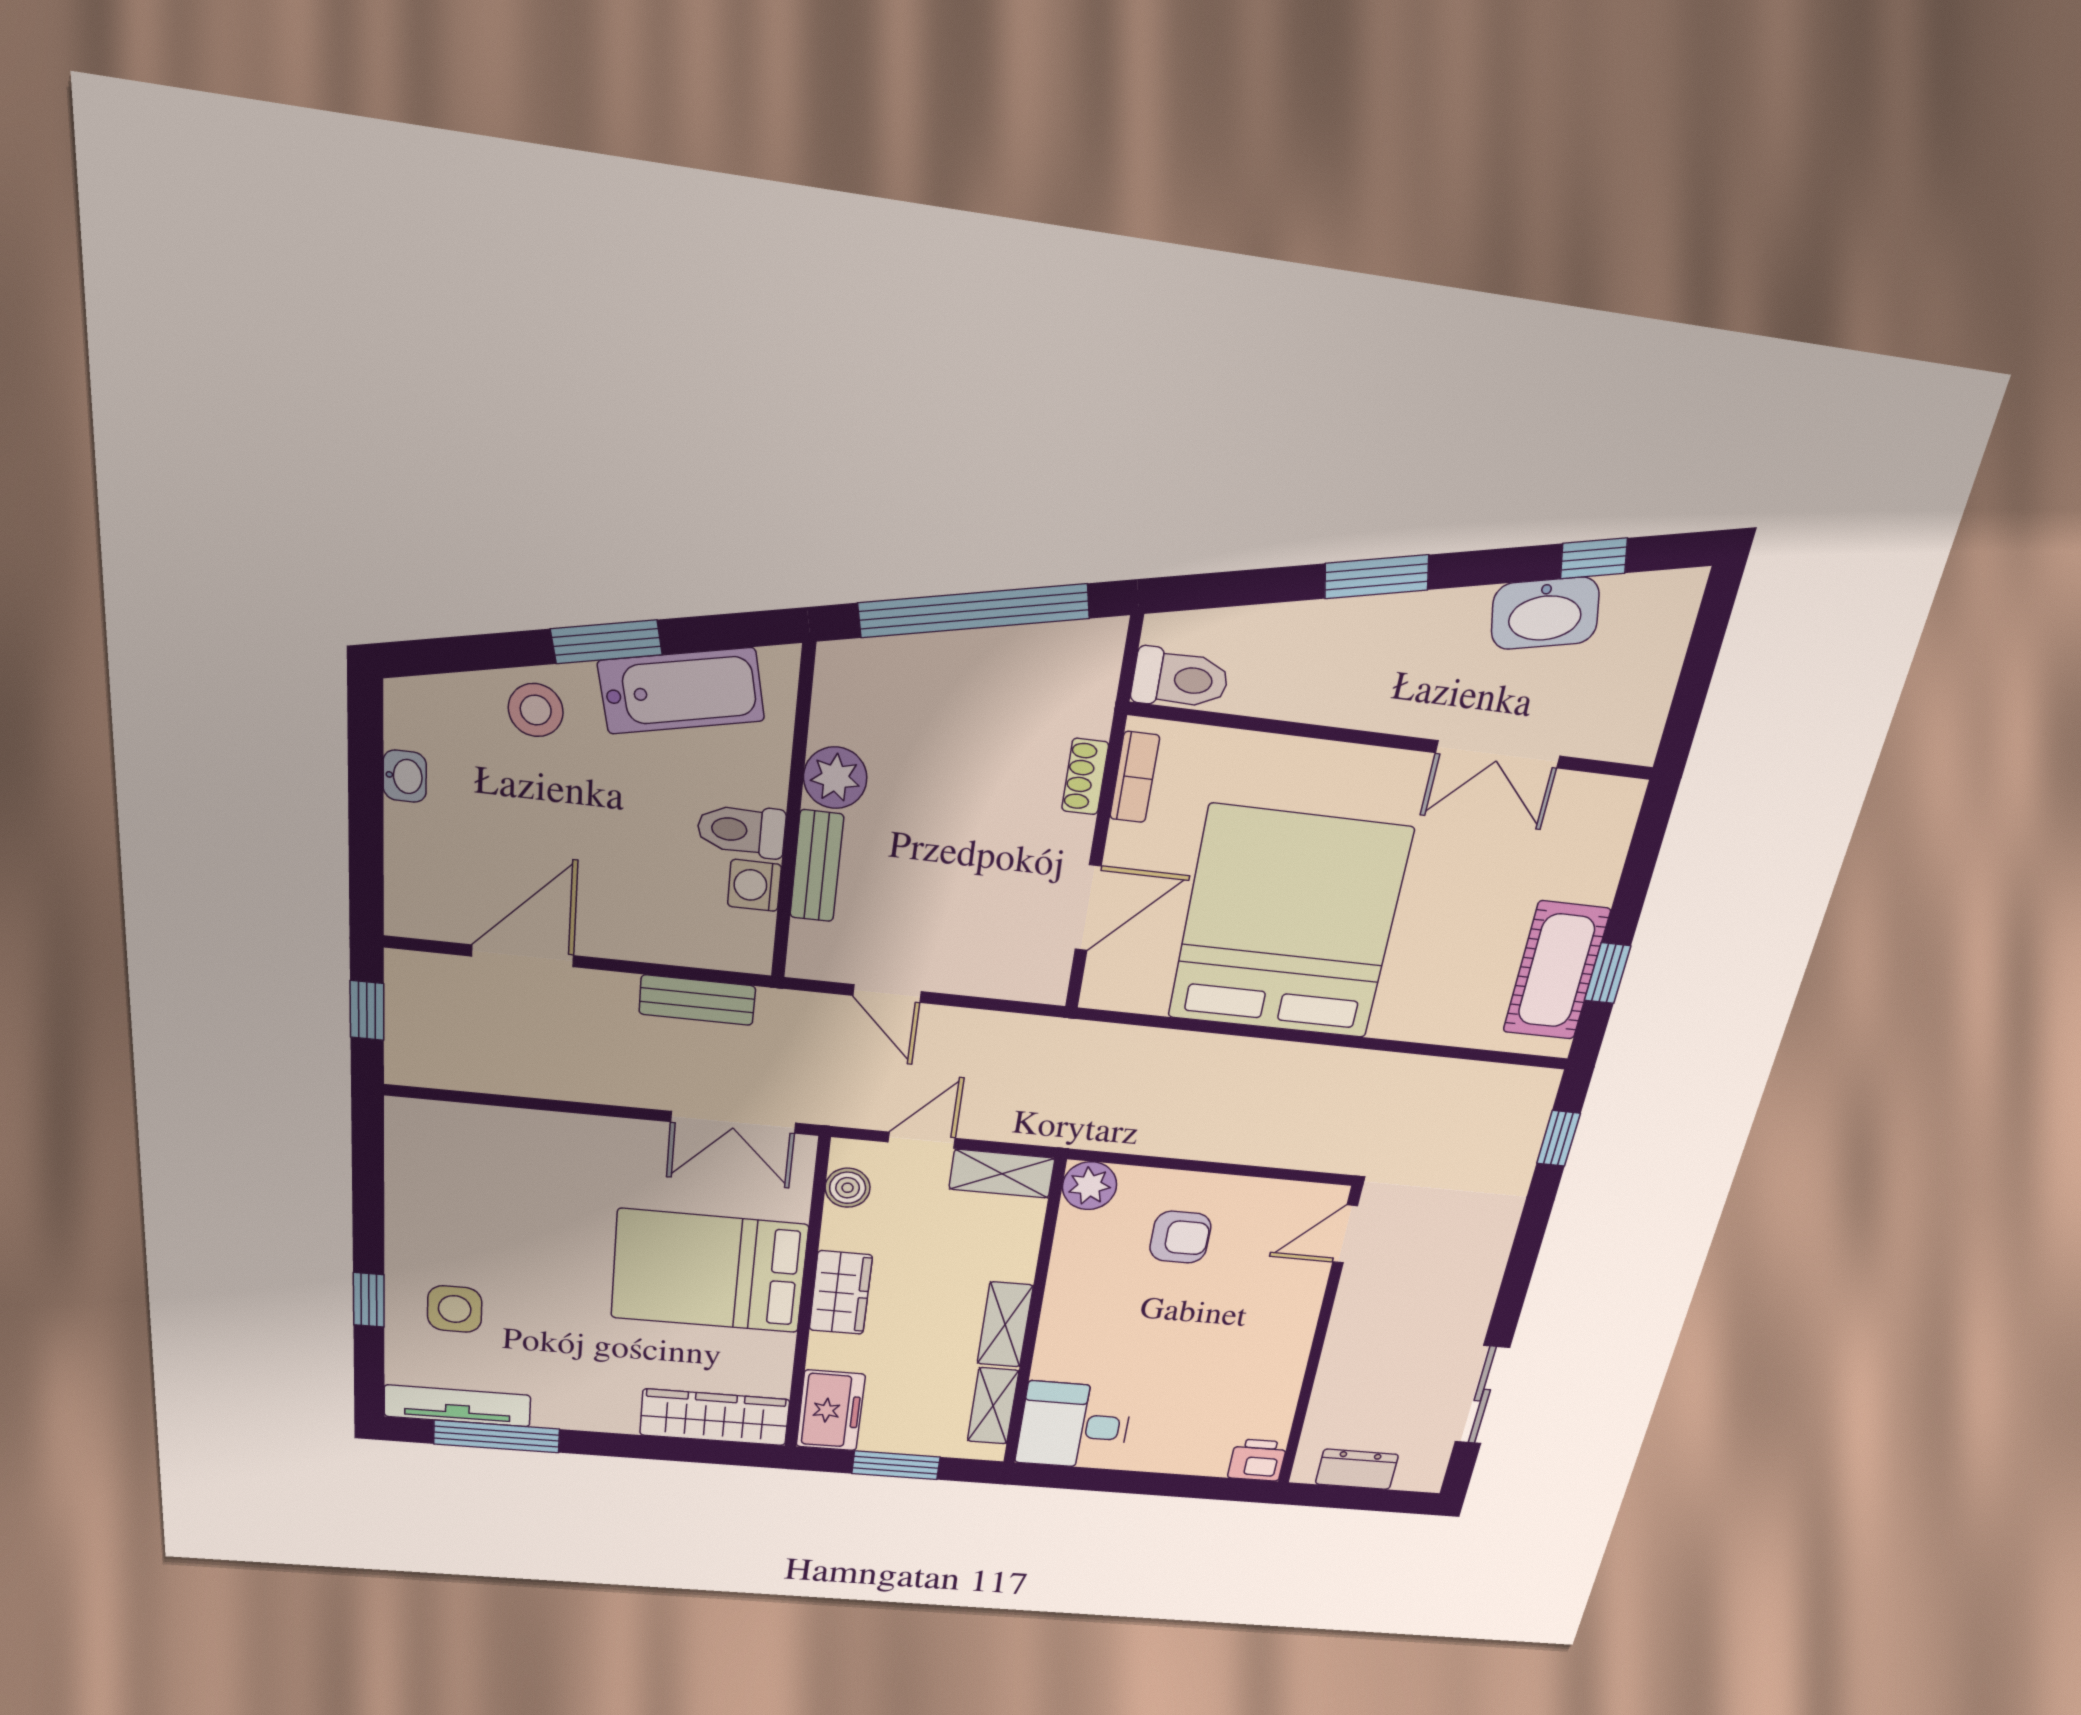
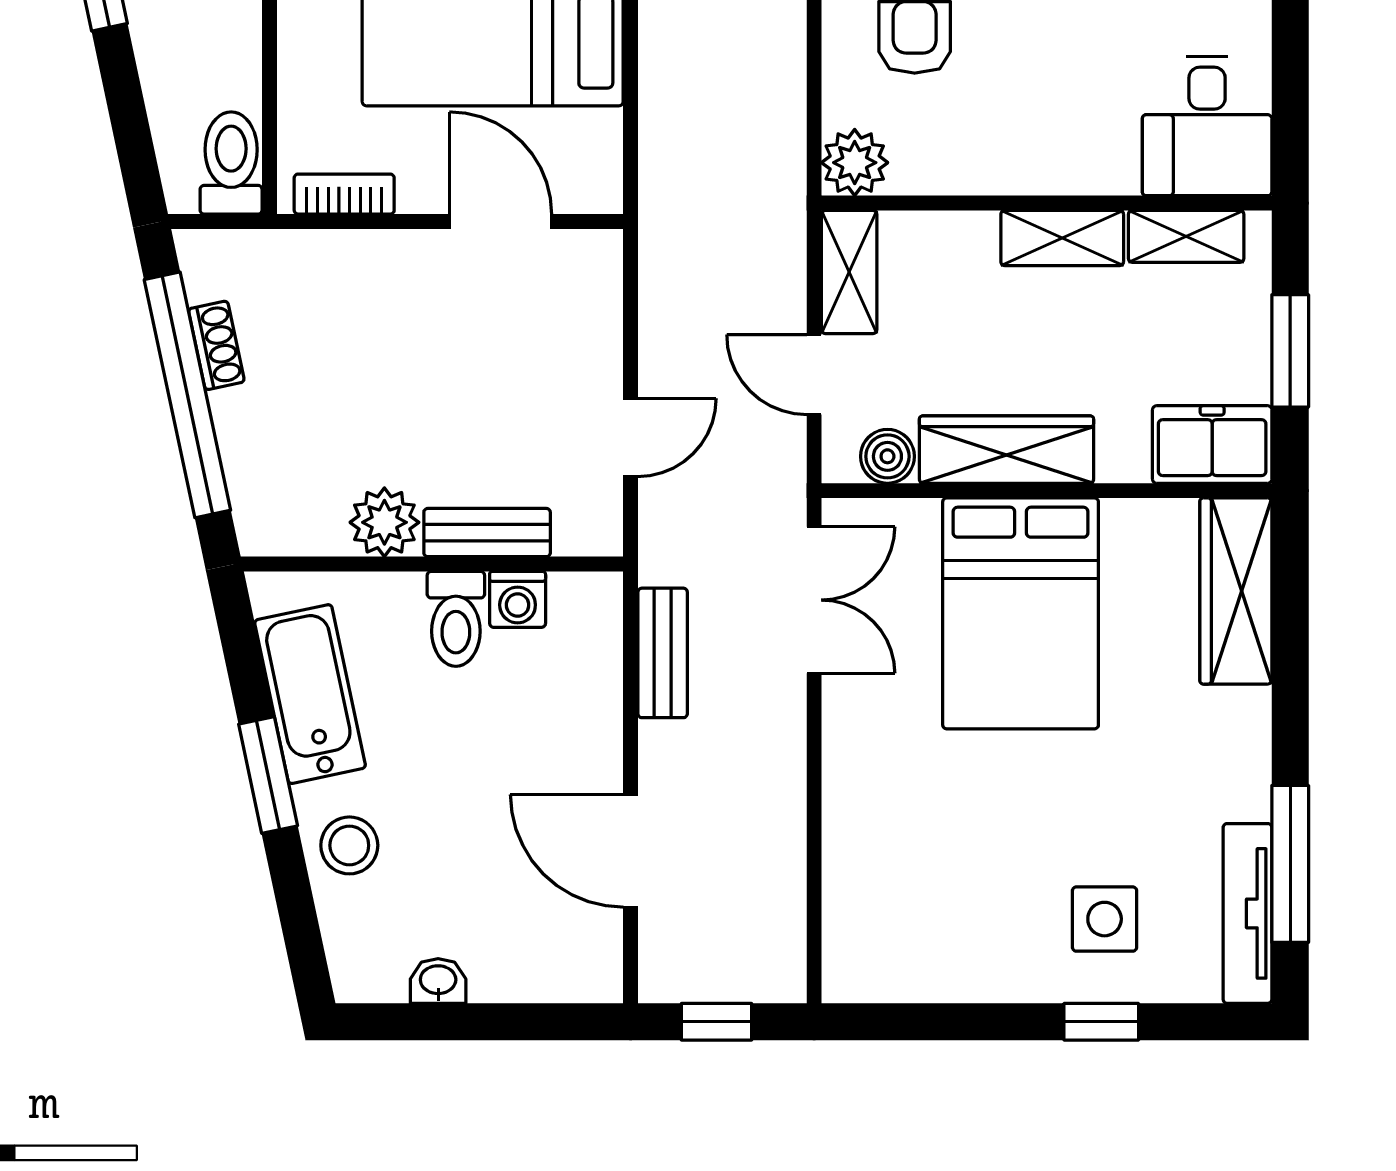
shoe rack: (1085, 777) -> (216, 345), moved, turned -102
wardrobe: (841, 1293) -> (1006, 450), width x1.50

